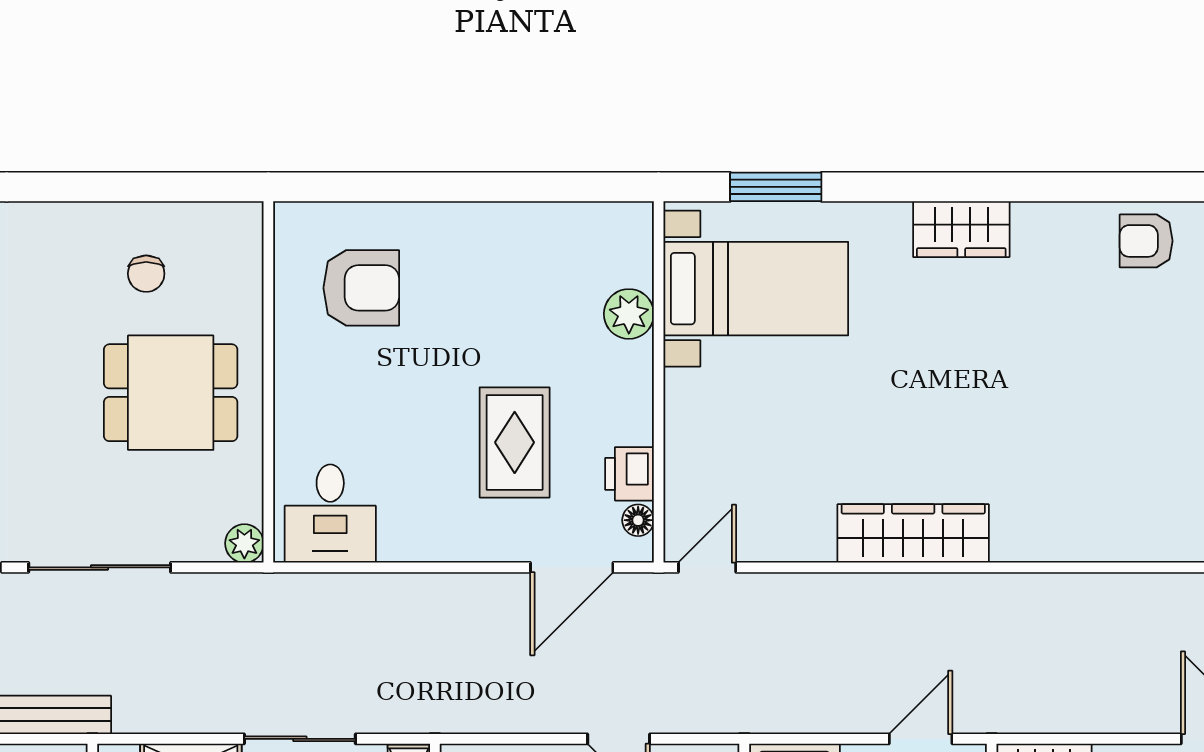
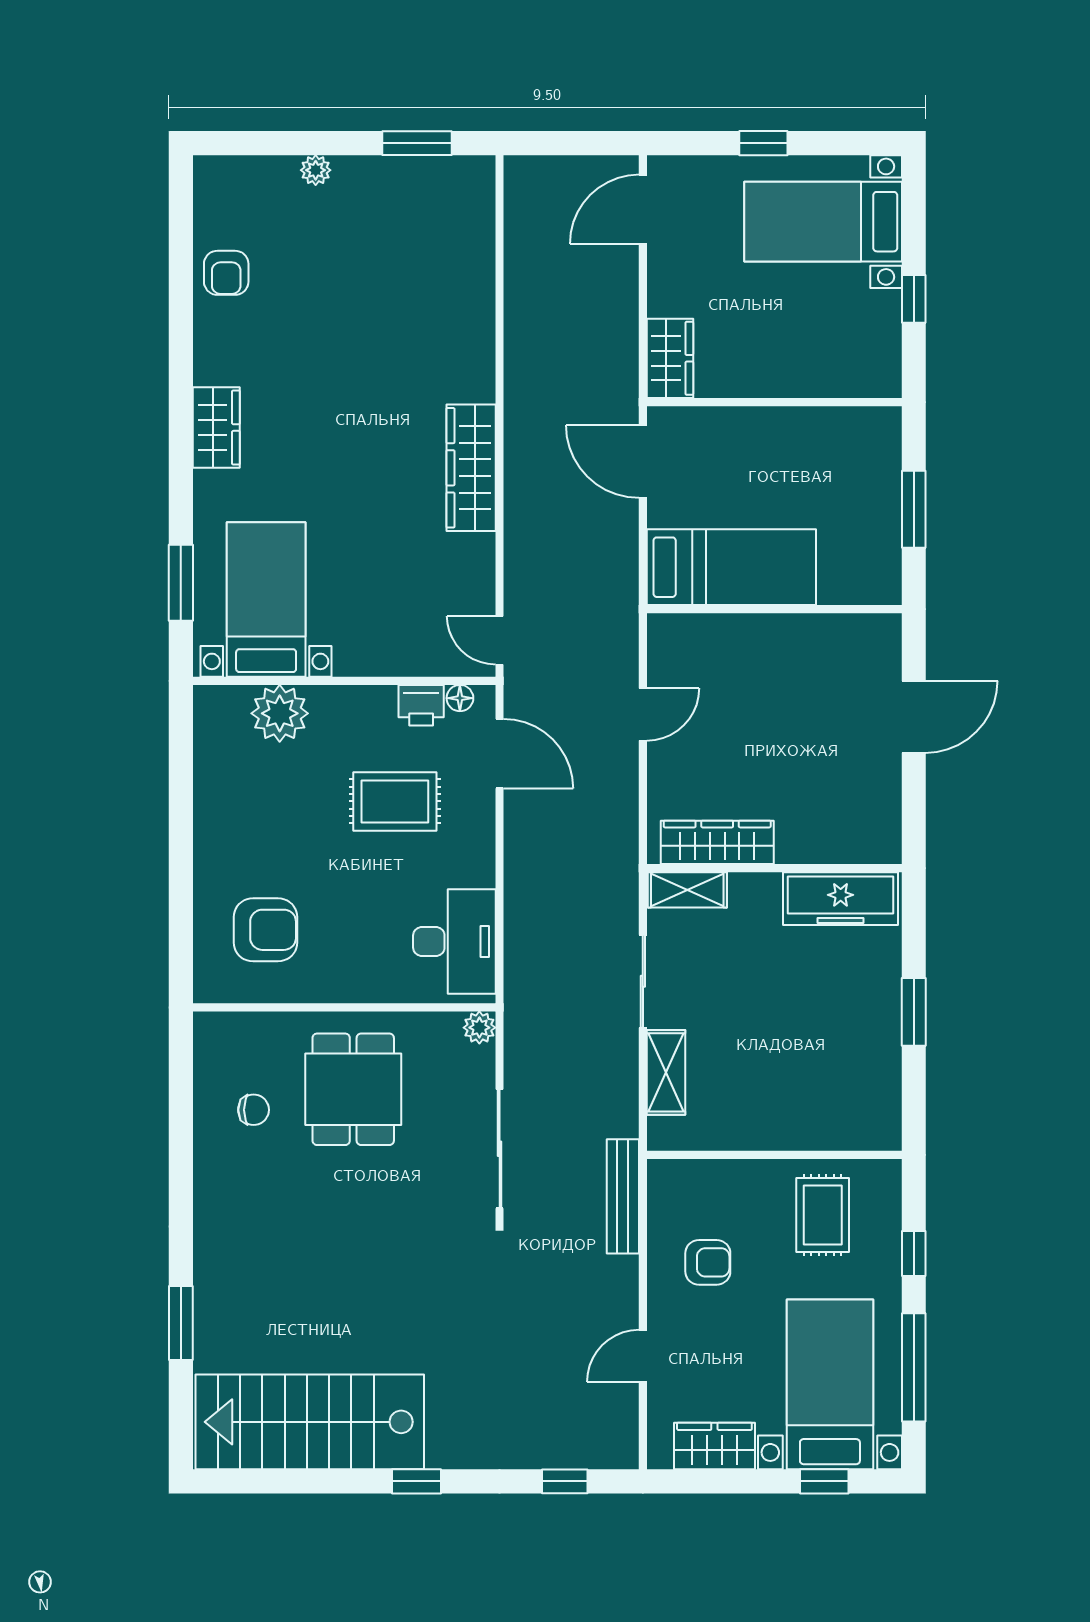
armchair: (361, 288) -> (265, 930), turned 90
plant: (629, 314) -> (280, 713), width x1.36, depth x1.36
desk: (330, 514) -> (454, 941), width x1.37
door: (921, 739) -> (643, 462), width x1.38

